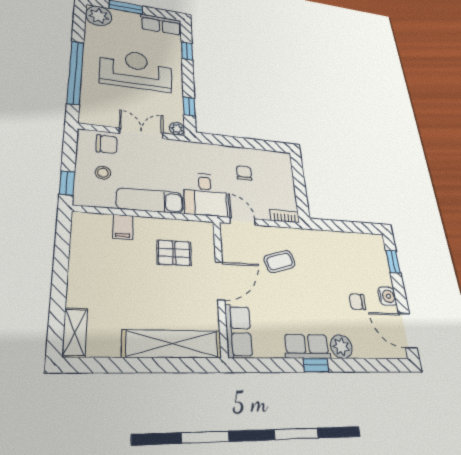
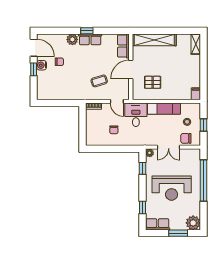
window: (67, 183) -> (203, 125), moved
filing cabinet: (123, 227) -> (196, 94), moved
window: (393, 262) -> (34, 69), moved

